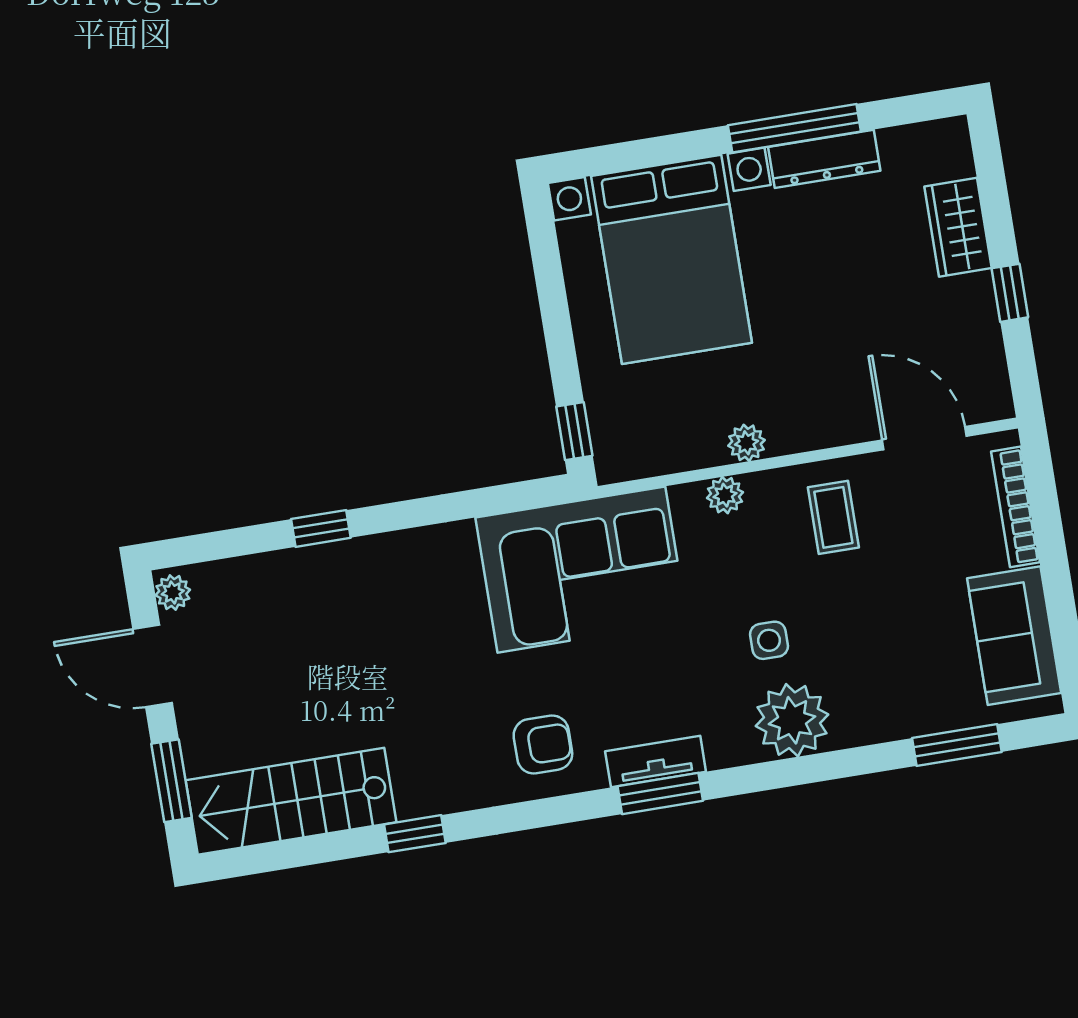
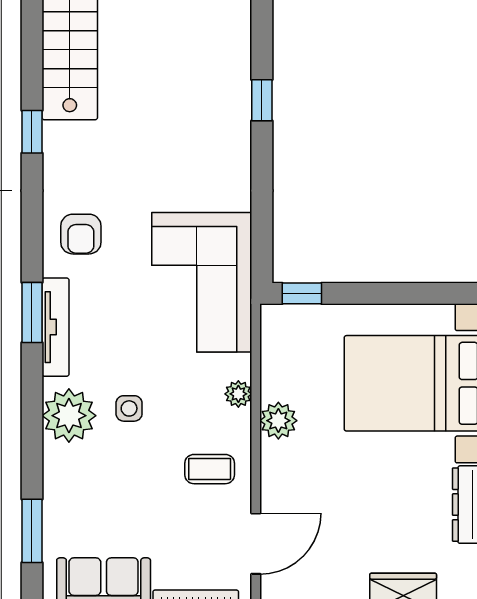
plant: (747, 443) -> (278, 421), width x1.38, depth x1.38
tv unit: (656, 761) -> (56, 327), width x1.41

